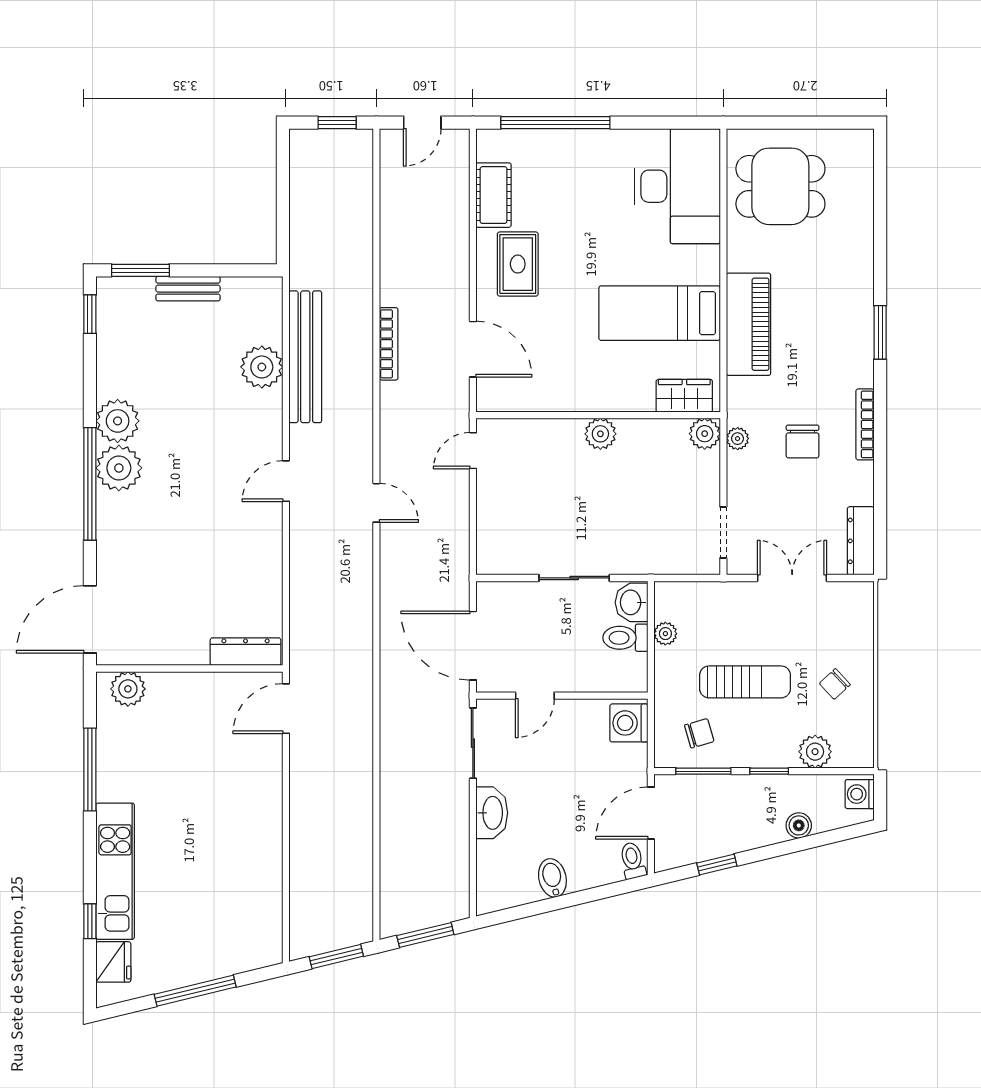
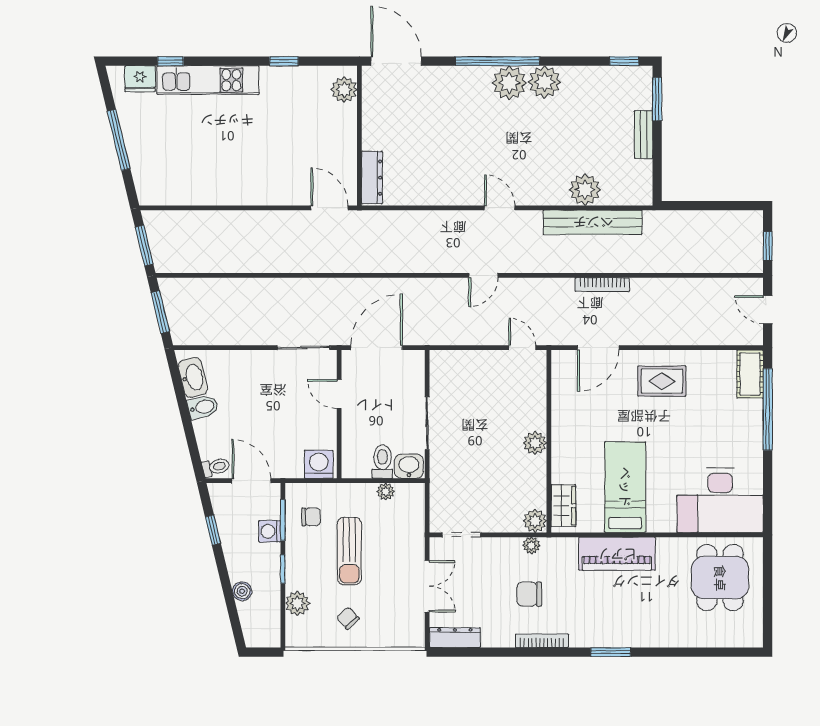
cot: (493, 195) -> (750, 374), moved, turned 90
chair: (699, 733) -> (311, 517), turned -74
window: (90, 770) -> (284, 61), width x0.46
washing machine: (860, 794) -> (270, 531), moved, turned -90
washbasin: (492, 813) -> (193, 377), moved, turned -104

